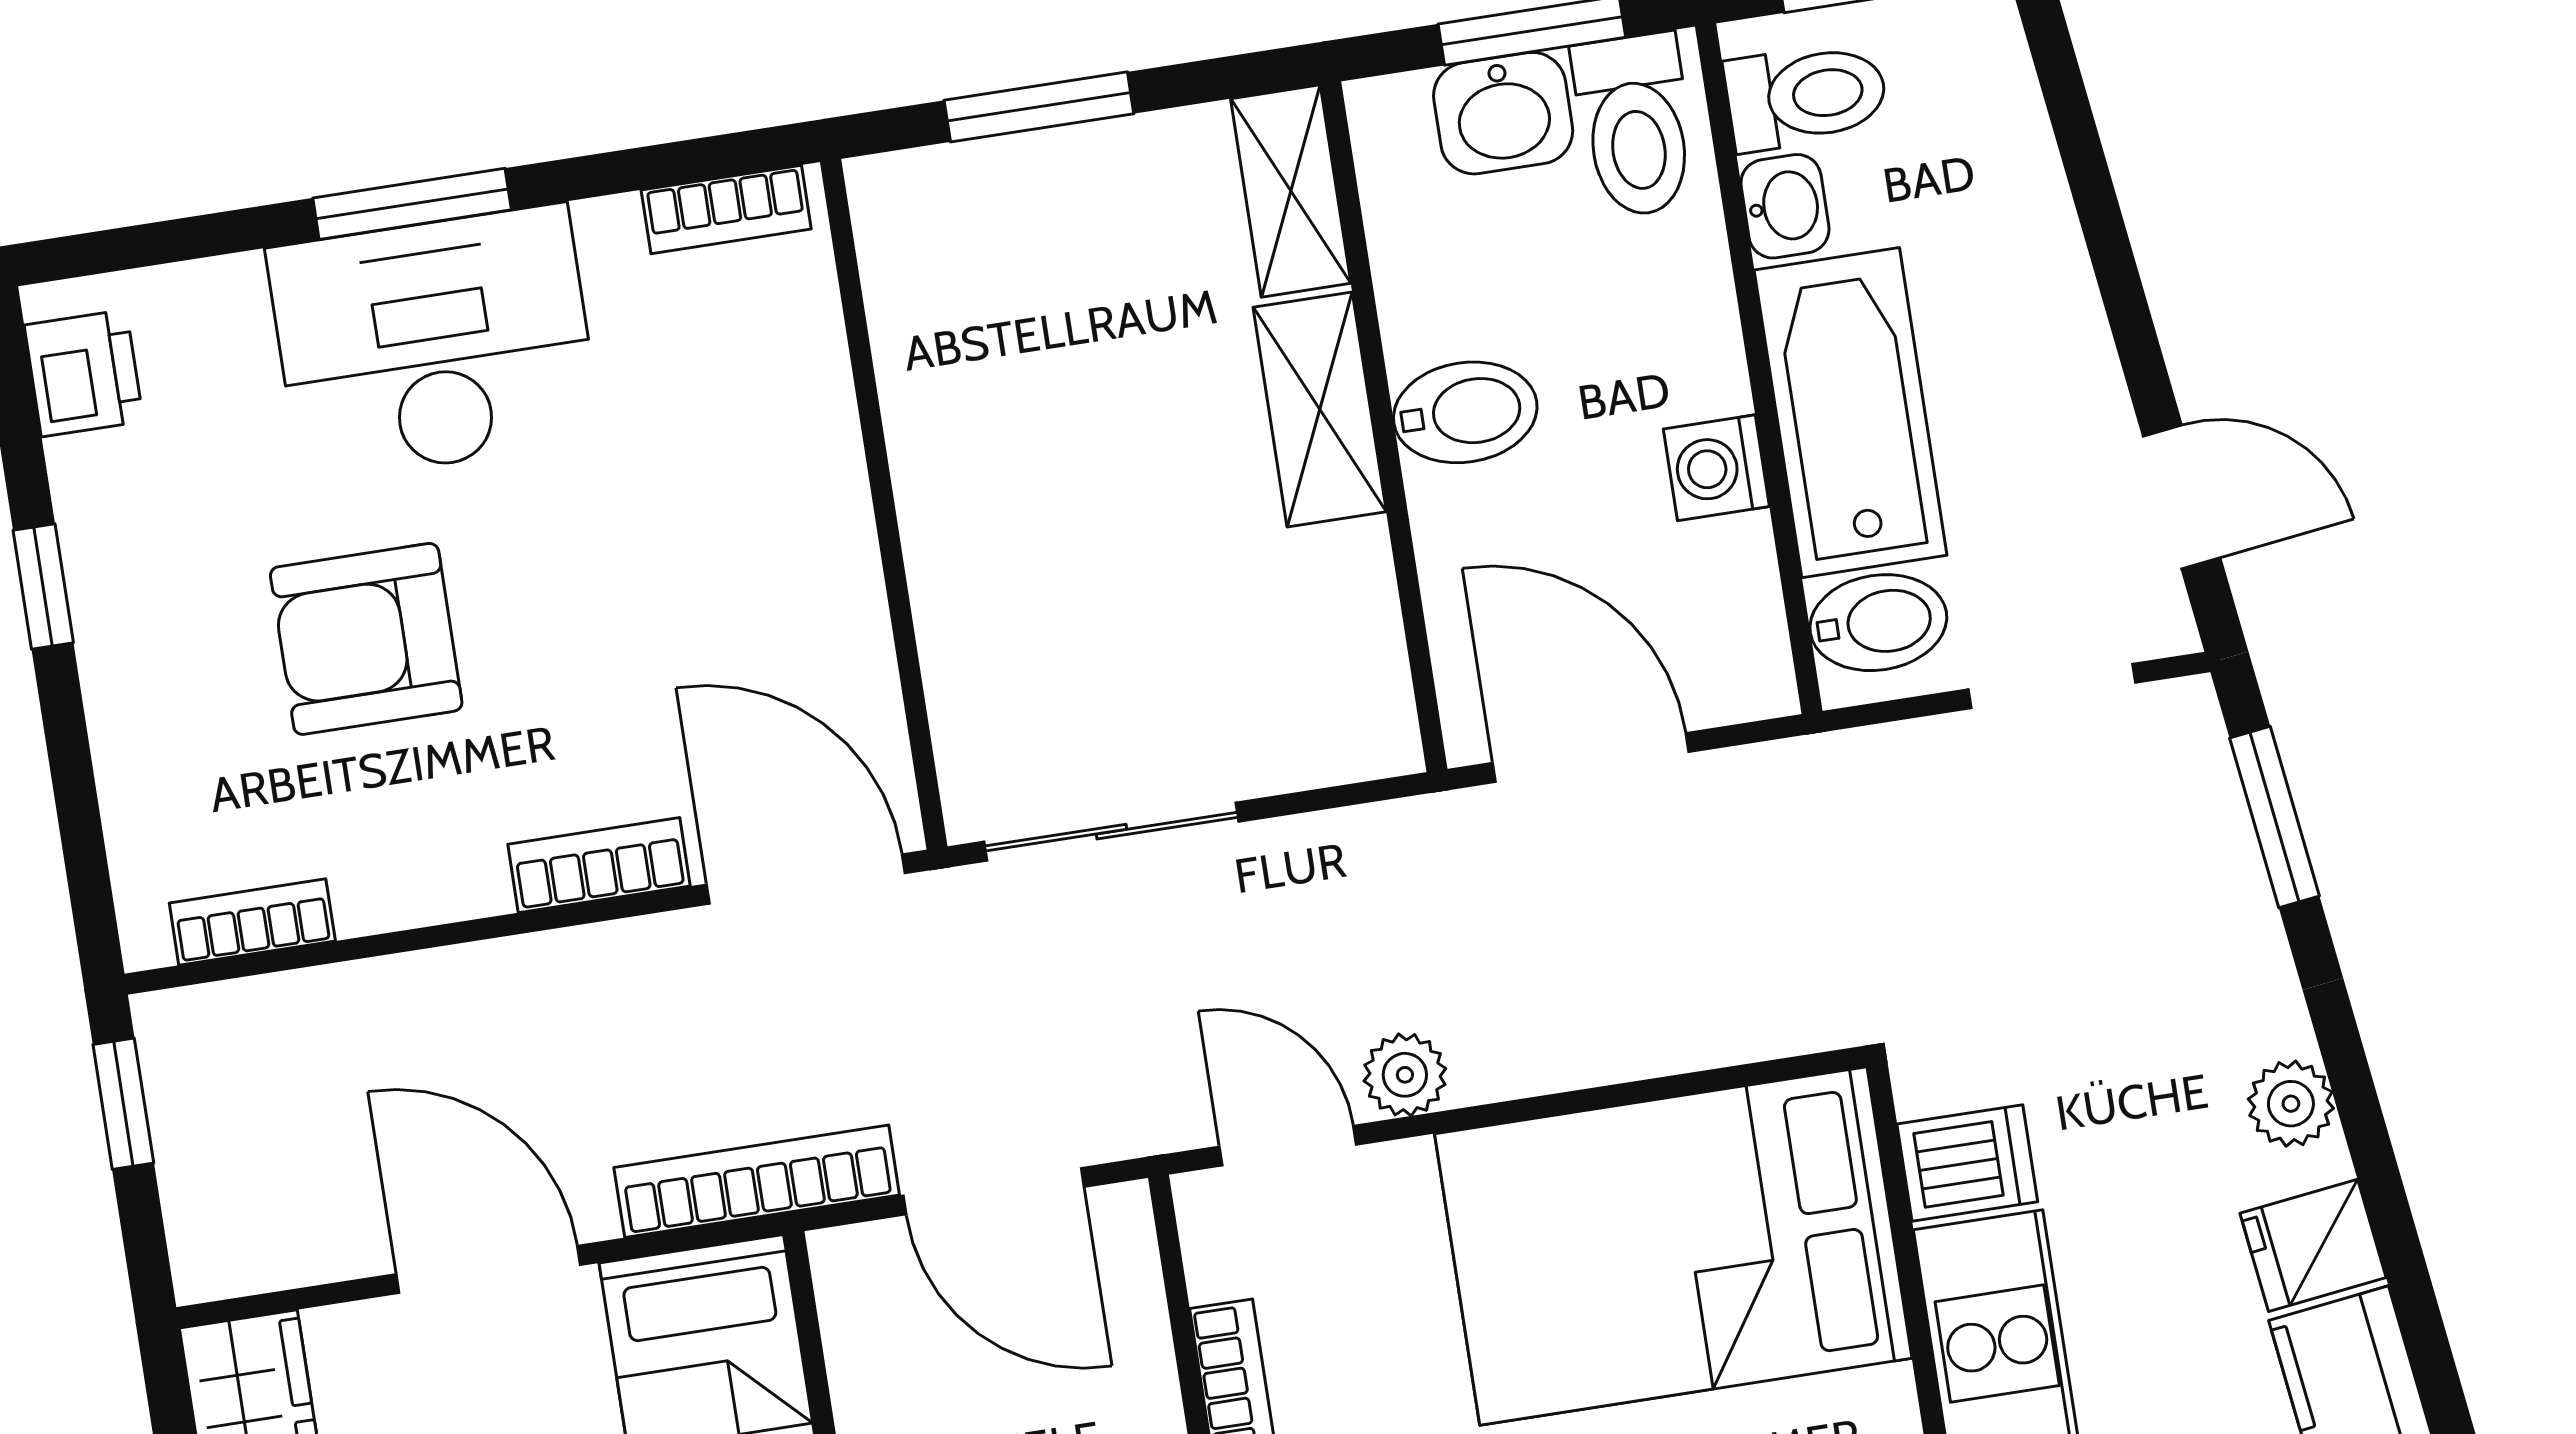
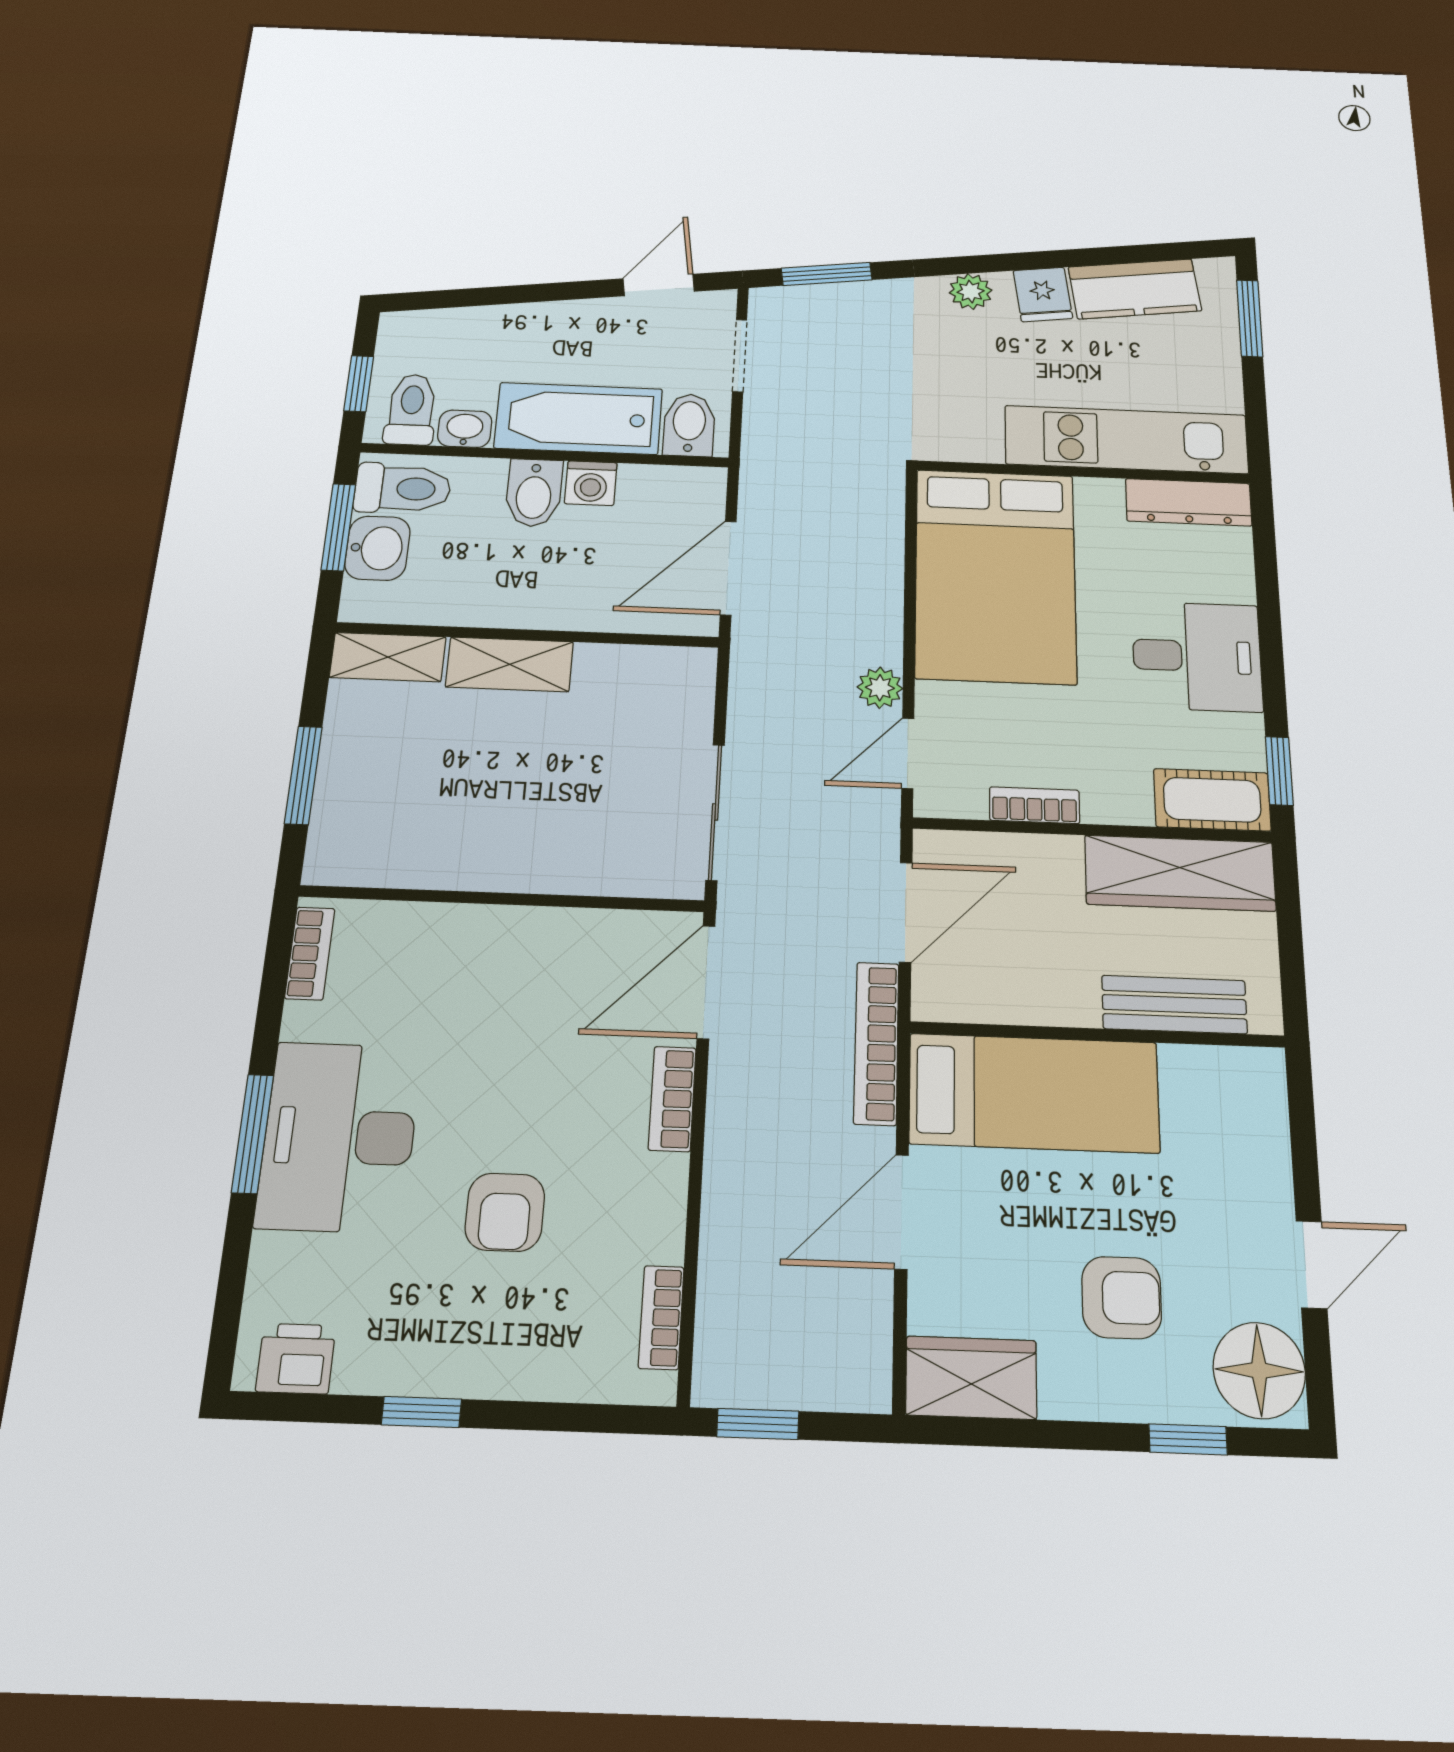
bidet: (1465, 412) -> (534, 493), moved, turned 180
armchair: (366, 639) -> (505, 1212), width x0.72, depth x0.72
dishwasher: (1967, 1163) -> (975, 434), removed

